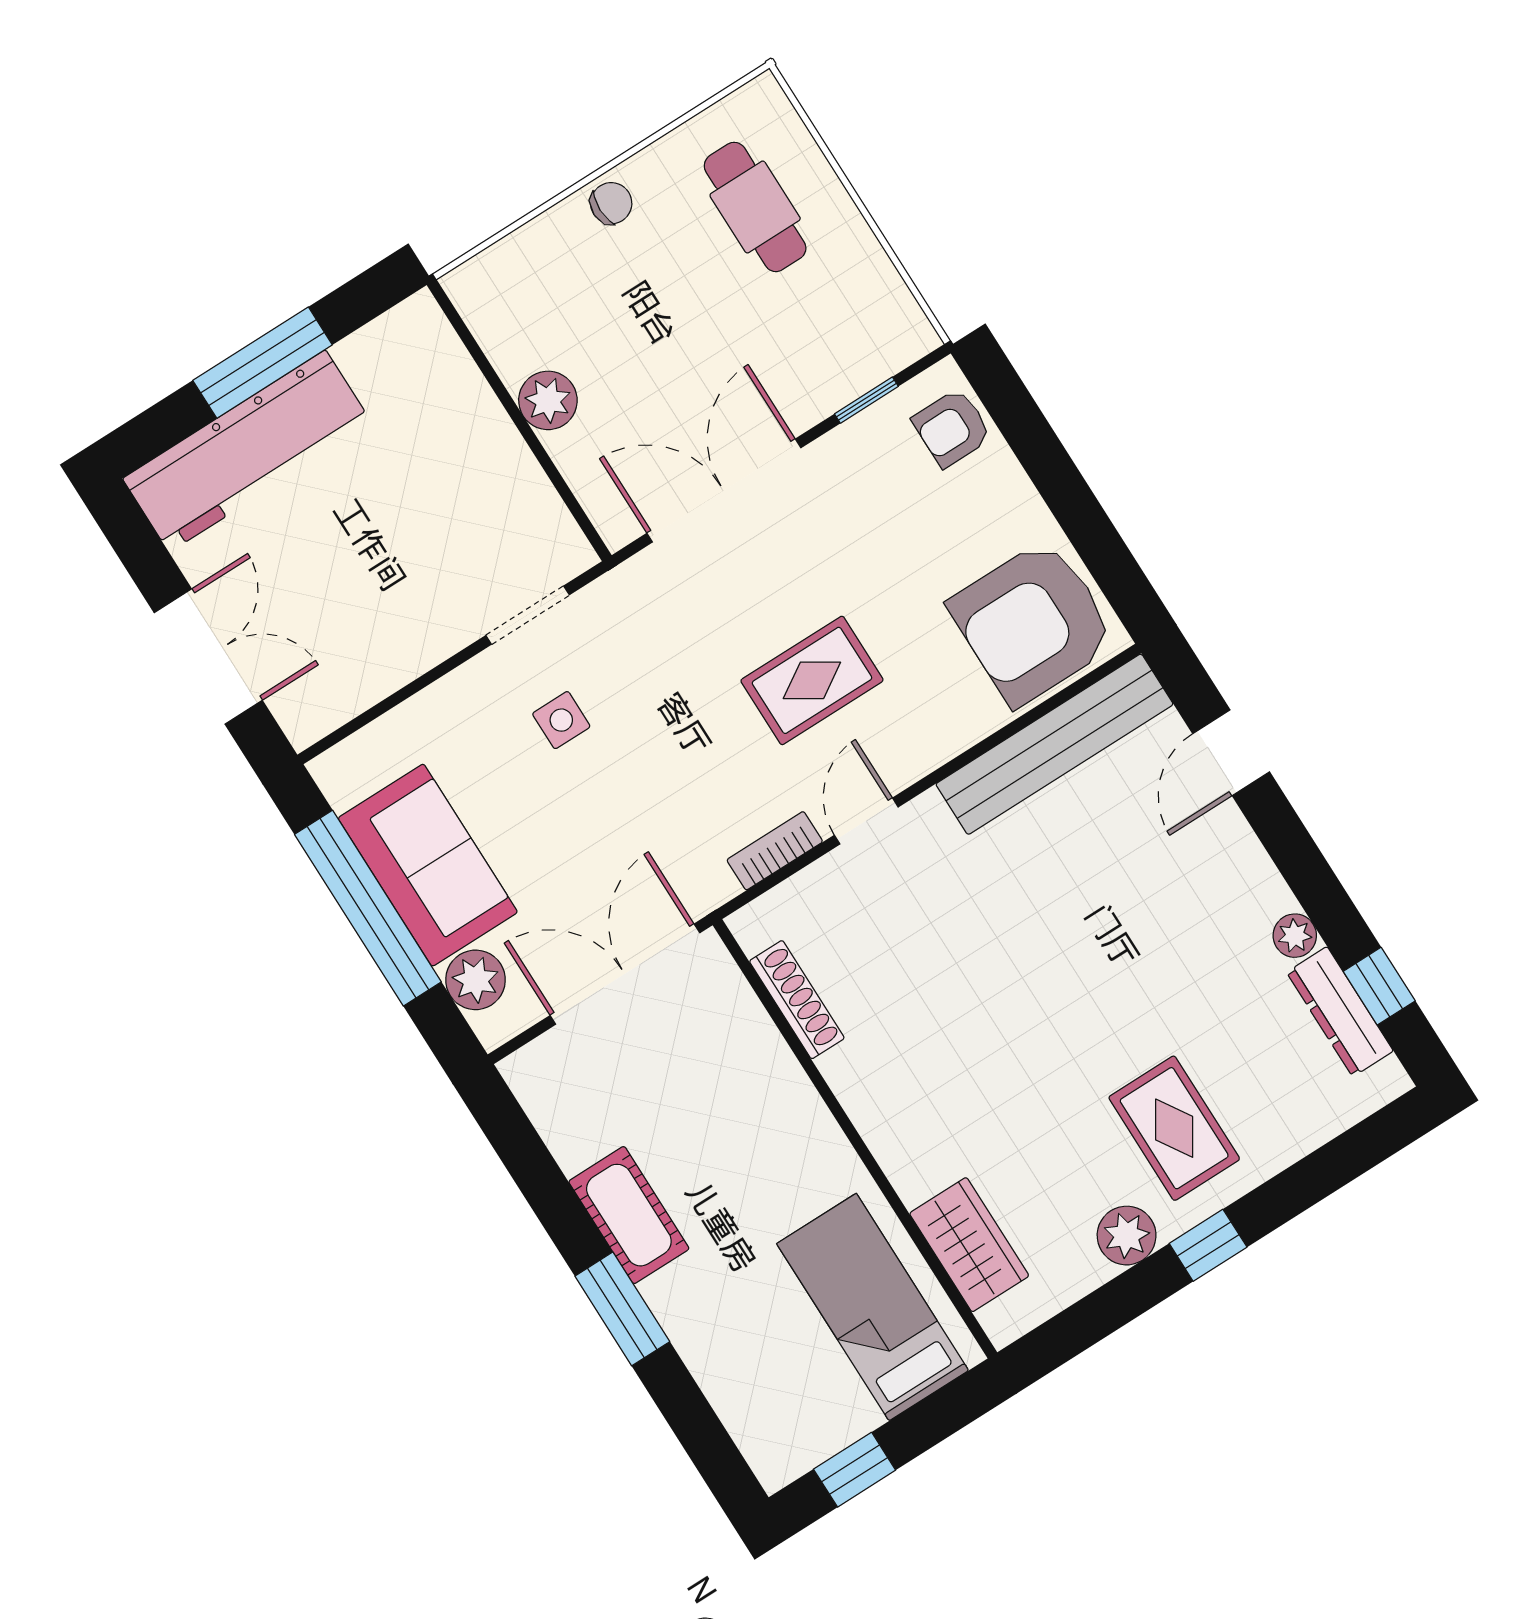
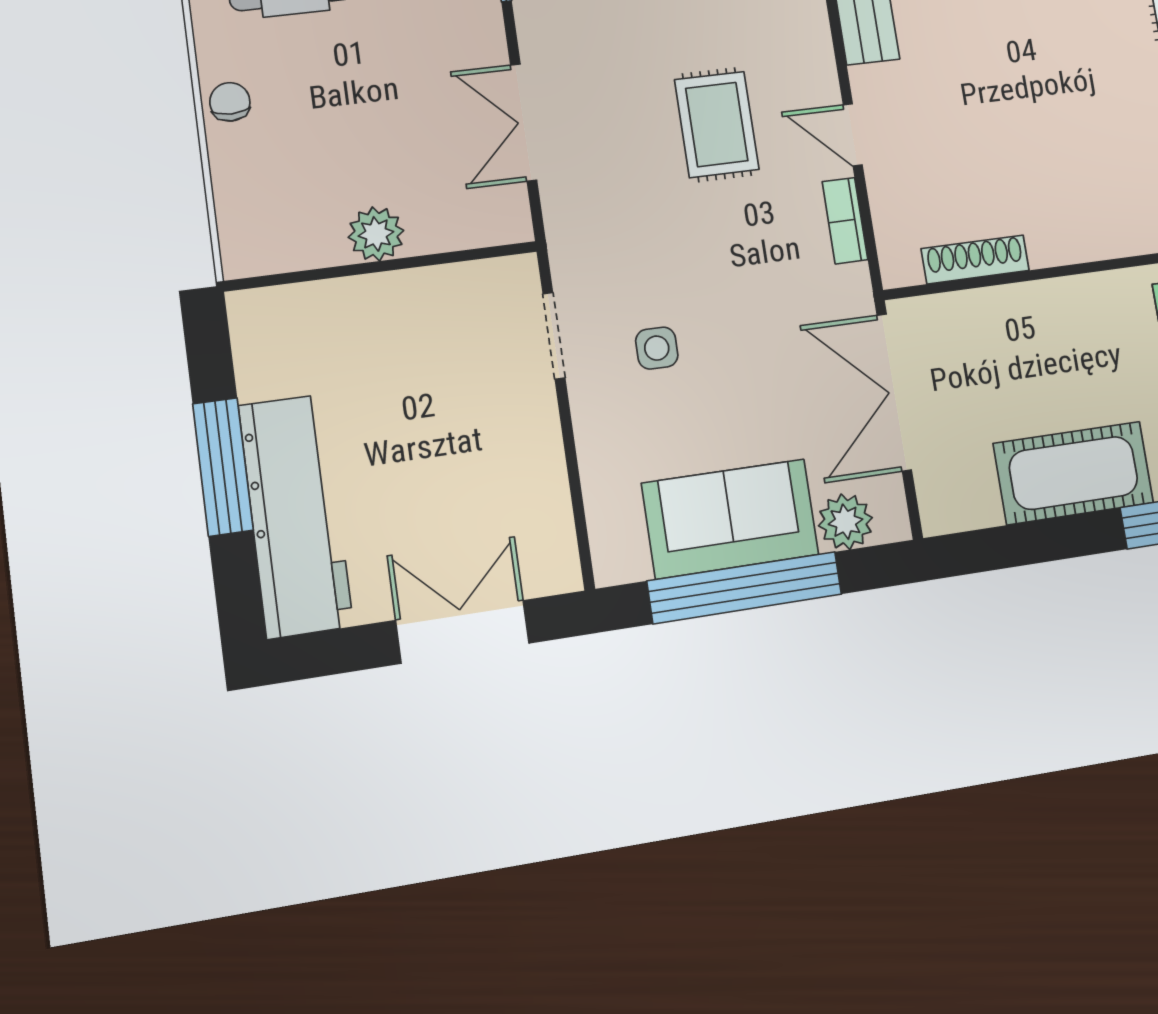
double door: (724, 491) -> (524, 122), width x0.73
cot: (629, 1215) -> (1073, 473), width x1.37, depth x1.34

